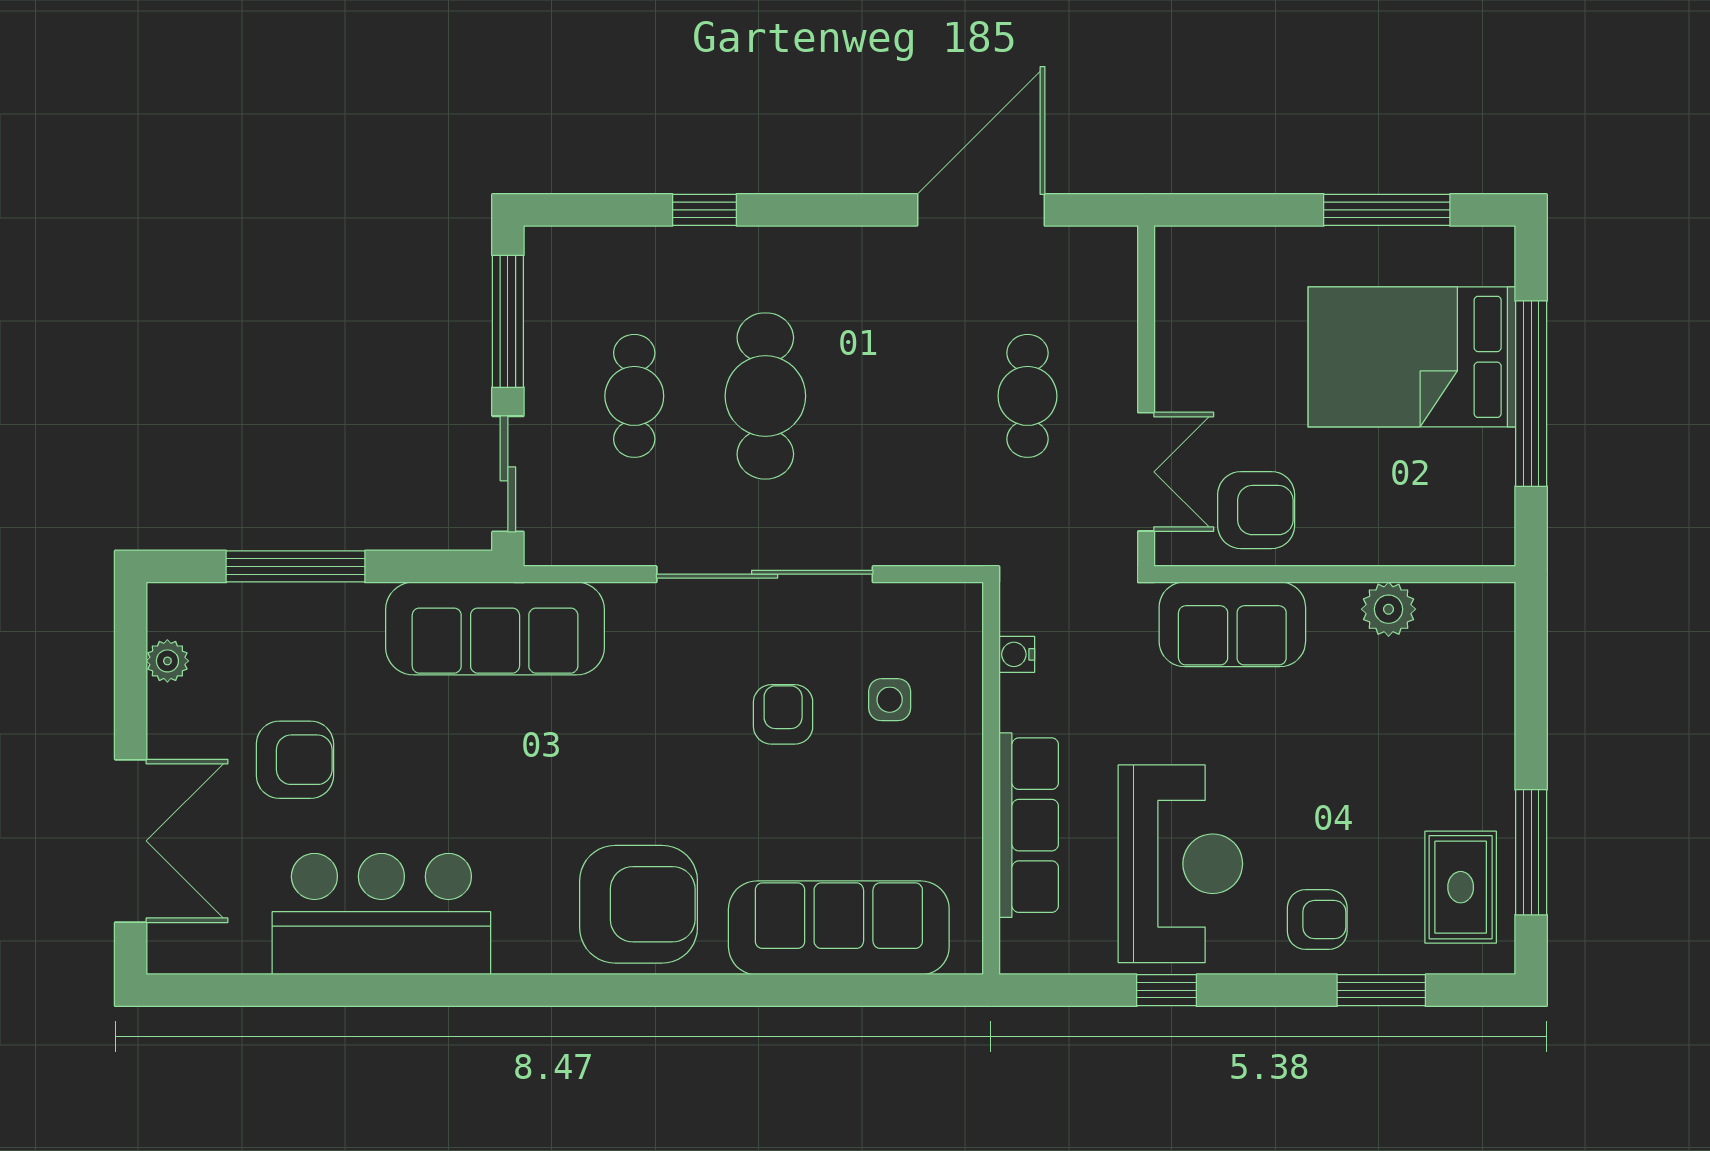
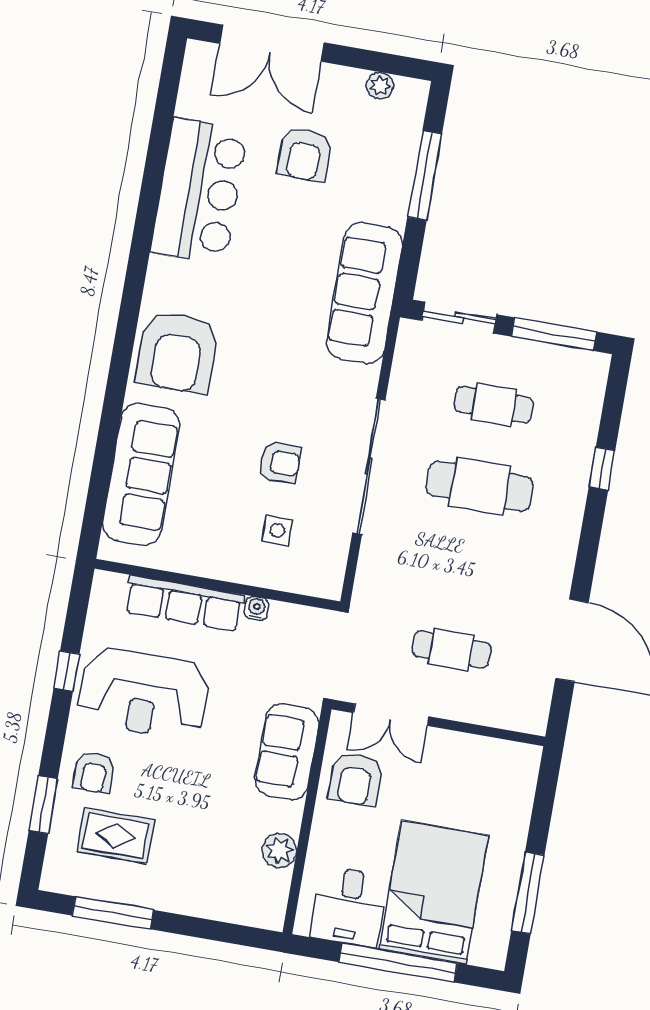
desk: (1457, 485) -> (349, 907), added
water cooler: (1017, 654) -> (257, 608), moved
rug: (1461, 887) -> (116, 836), moved

